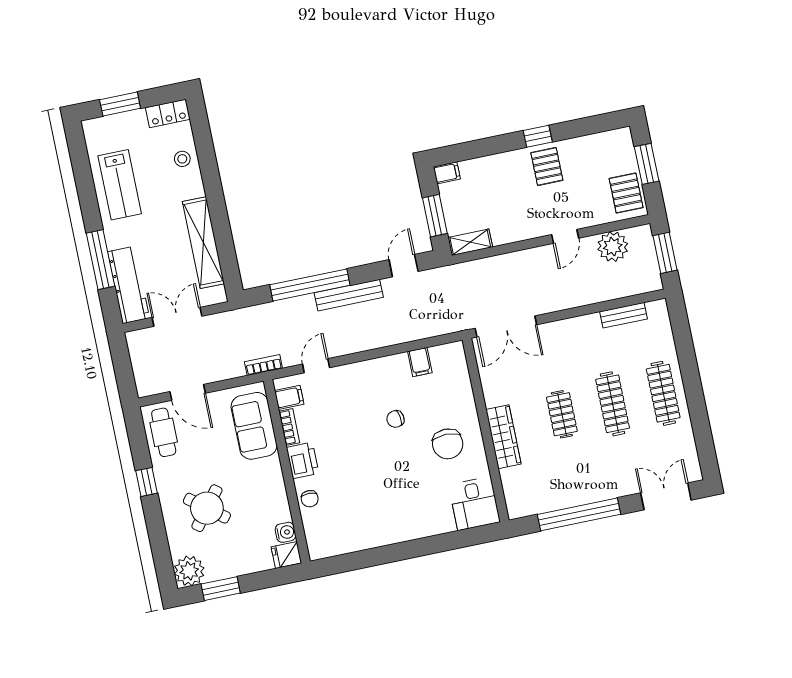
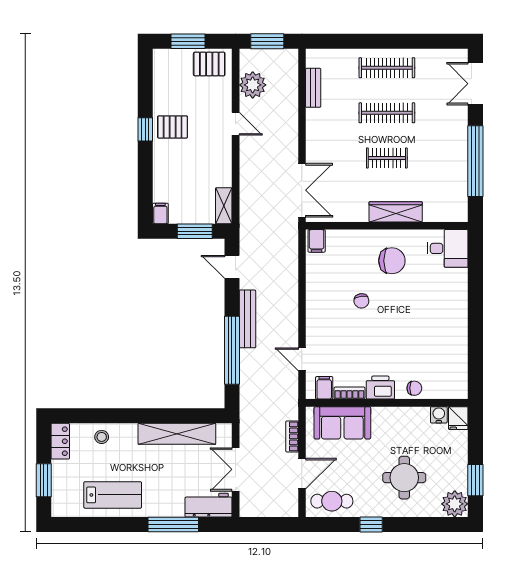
workbench: (128, 285) -> (209, 505), width x0.73
filing cabinet: (420, 362) -> (317, 241), moved, turned 90
bookcase: (263, 365) -> (292, 436), moved
round table: (207, 508) -> (404, 478), turned -38

